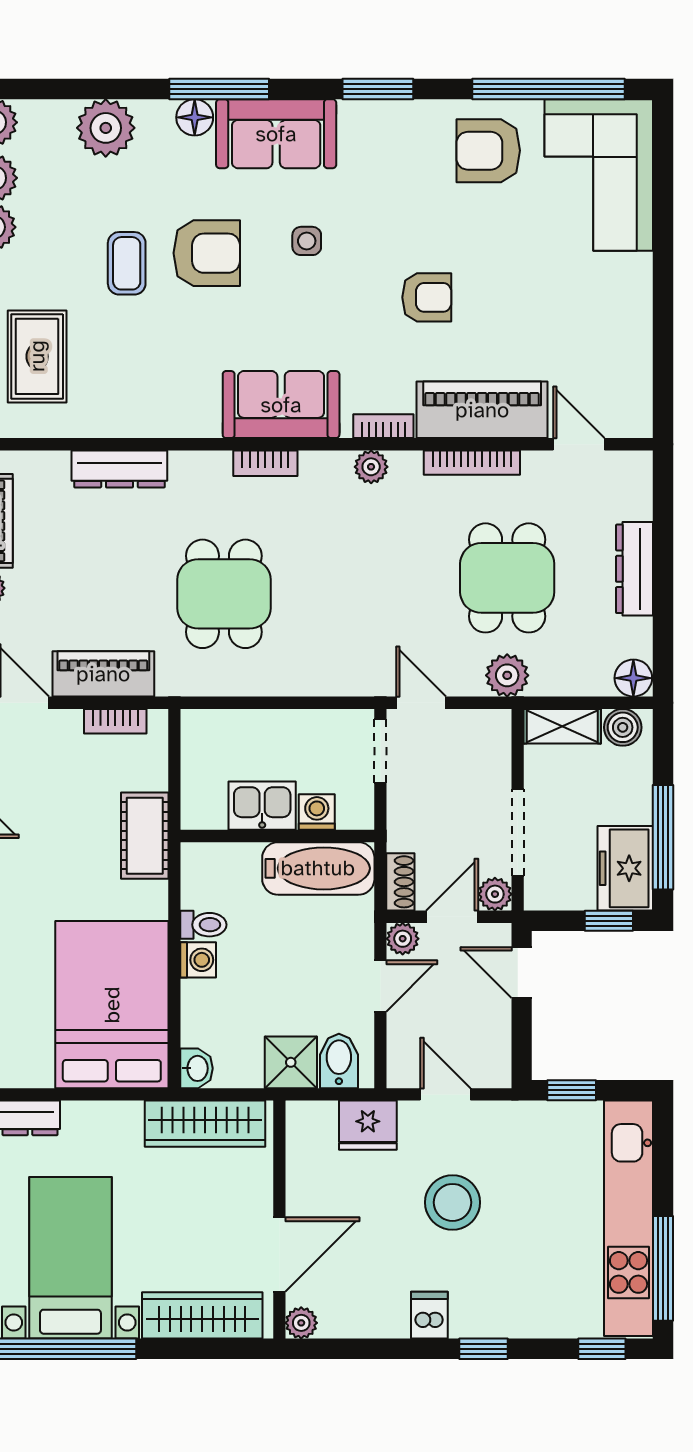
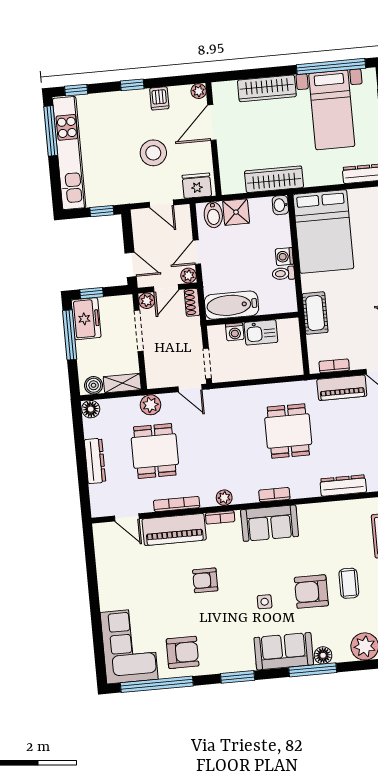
wall: (279, 1220) -> (213, 139), moved
door: (279, 1255) -> (212, 122), moved
plant: (301, 1323) -> (199, 91), moved

